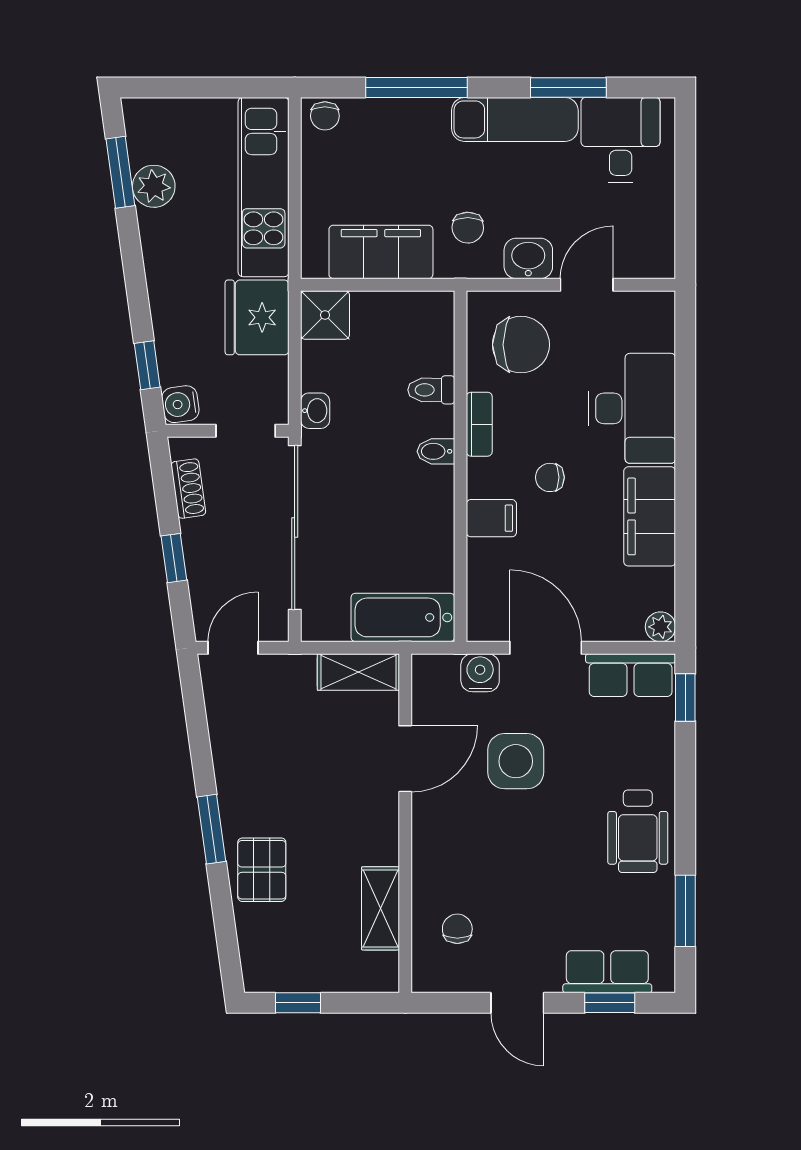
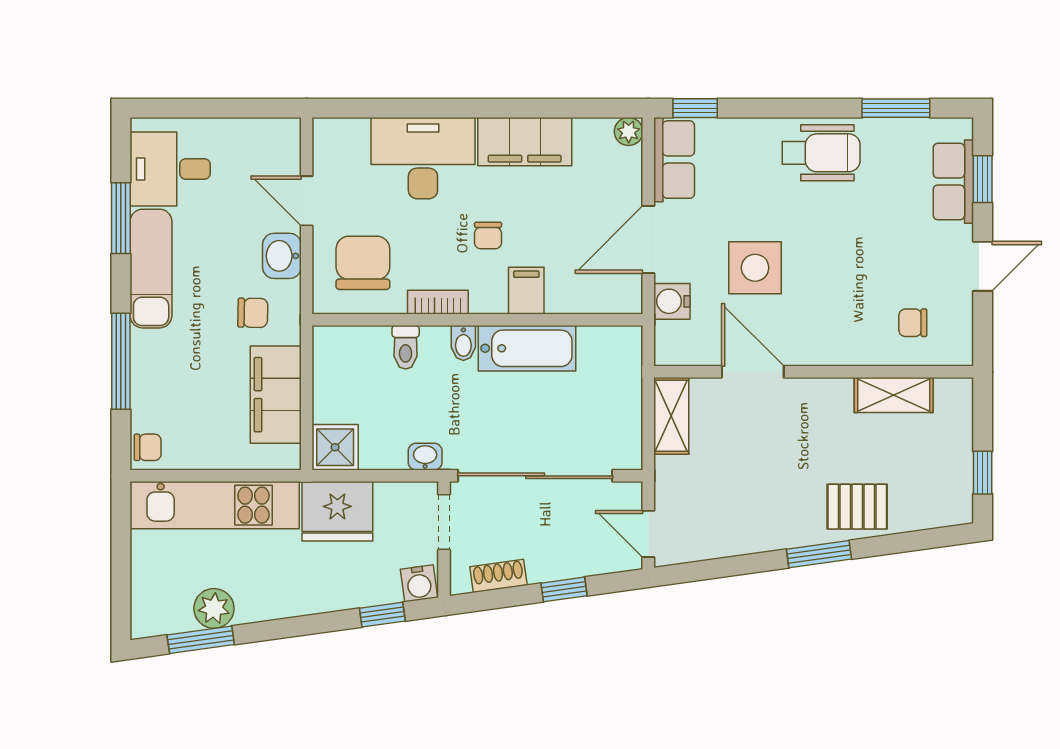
bathtub: (403, 617) -> (527, 348), moved, turned -90

